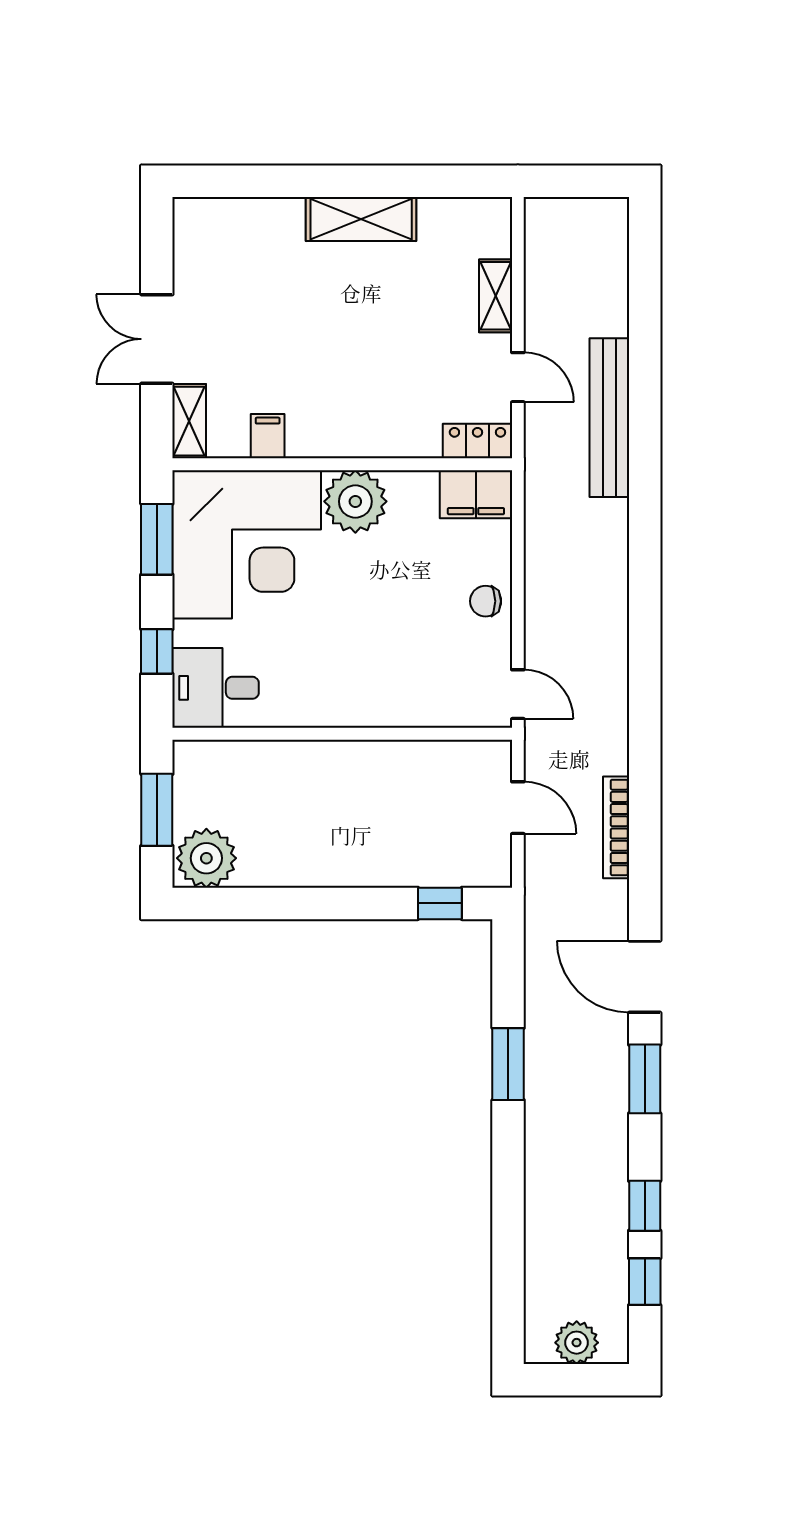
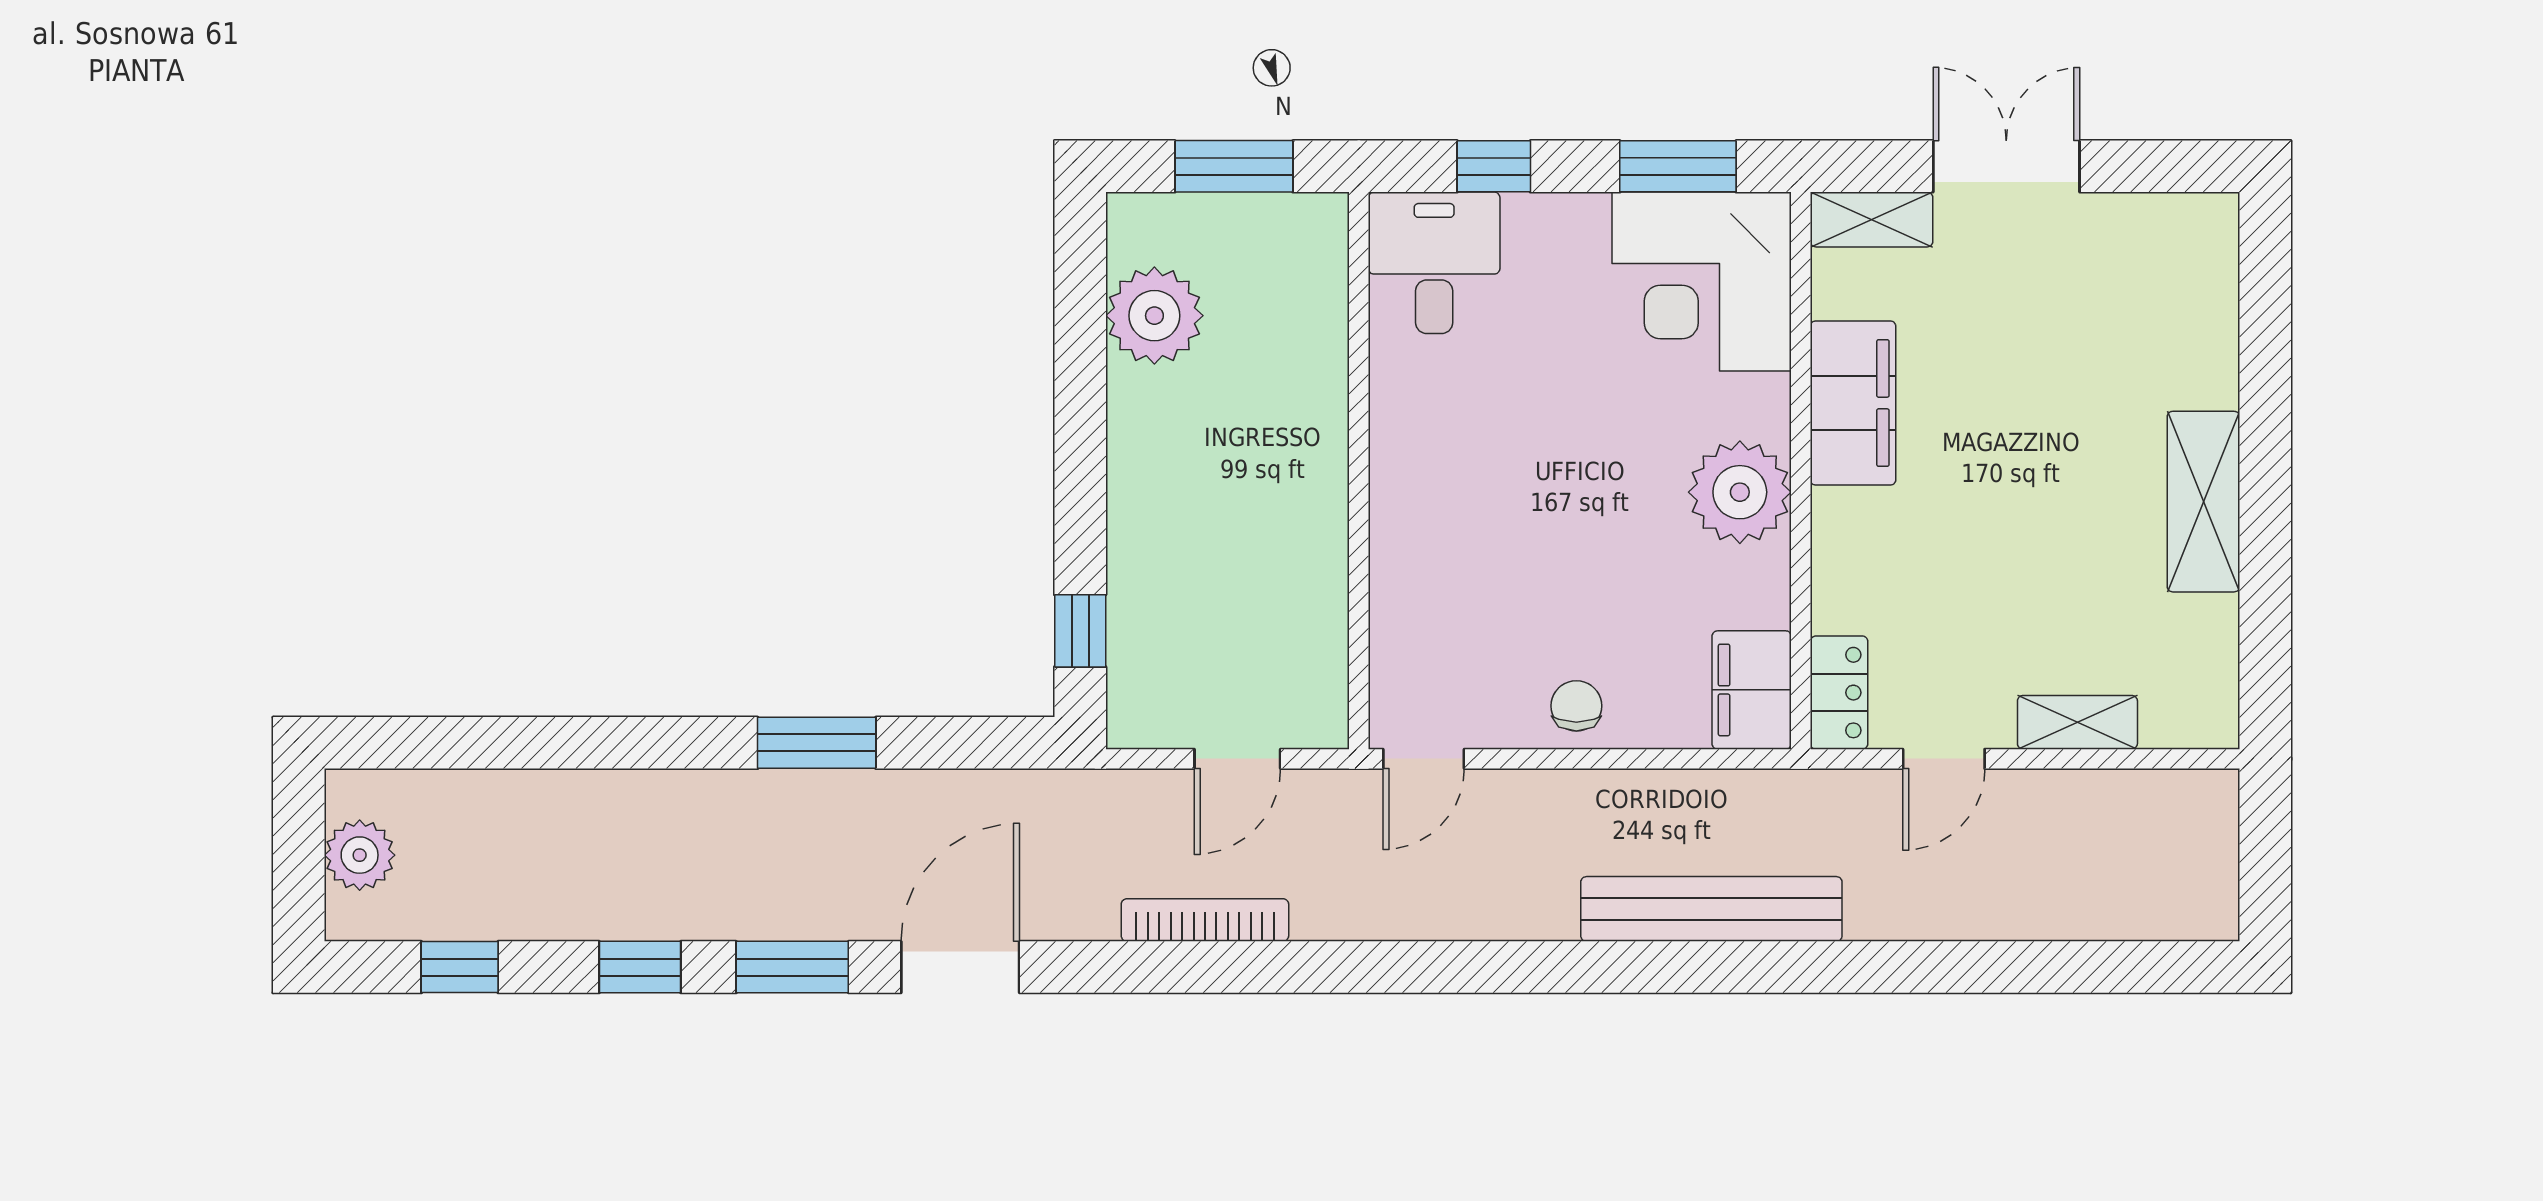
bench: (609, 418) -> (1711, 909), moved
filing cabinet: (268, 436) -> (1853, 403), width x3.00, depth x1.17
corner desk: (247, 544) -> (1702, 282), width x0.74, depth x0.74
plant: (206, 858) -> (1154, 316), moved
window: (645, 1206) -> (640, 967), moved

